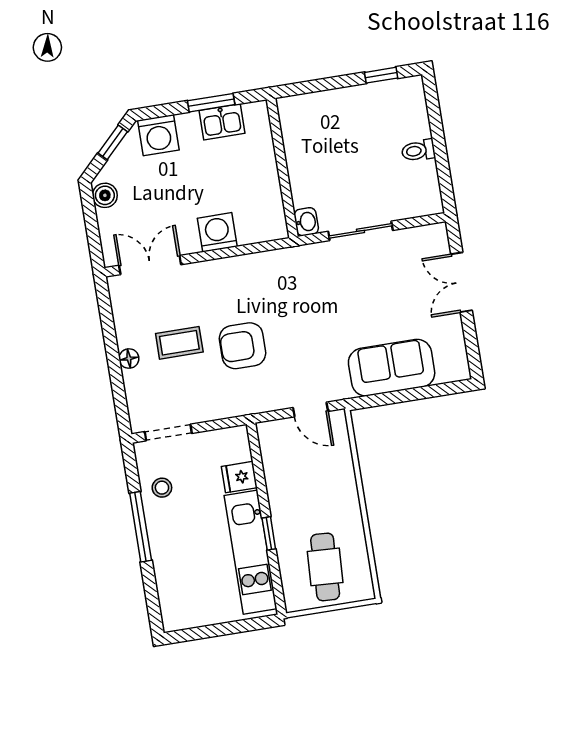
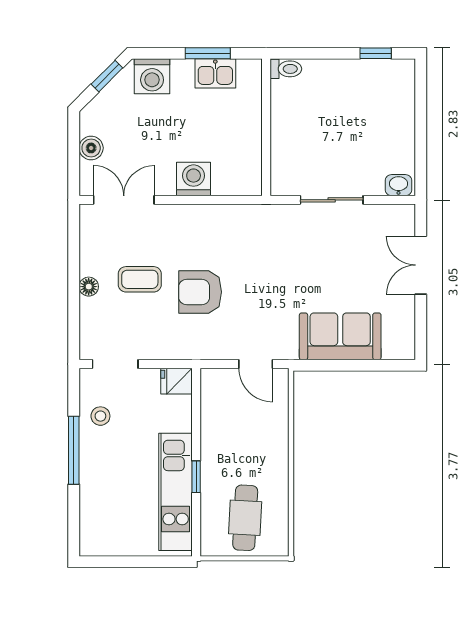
toilet: (418, 151) -> (286, 69), moved, turned 180
boiler: (105, 195) -> (91, 148), moved
washbasin: (306, 222) -> (399, 185), moved, turned -90
fridge: (239, 477) -> (177, 381), moved

